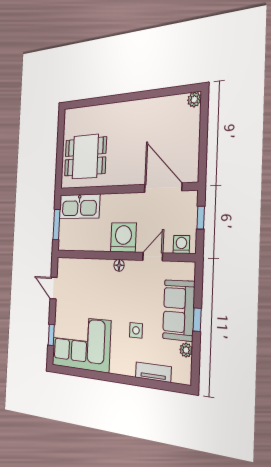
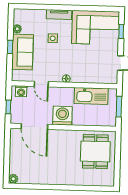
dining table: (85, 157) -> (95, 151), turned 90
kitchen sink: (79, 206) -> (91, 96), moved, turned 180
washing machine: (123, 237) -> (62, 116), moved, turned 180
door: (153, 257) -> (41, 84), hinge flipped
tv unit: (153, 372) -> (59, 14), moved

